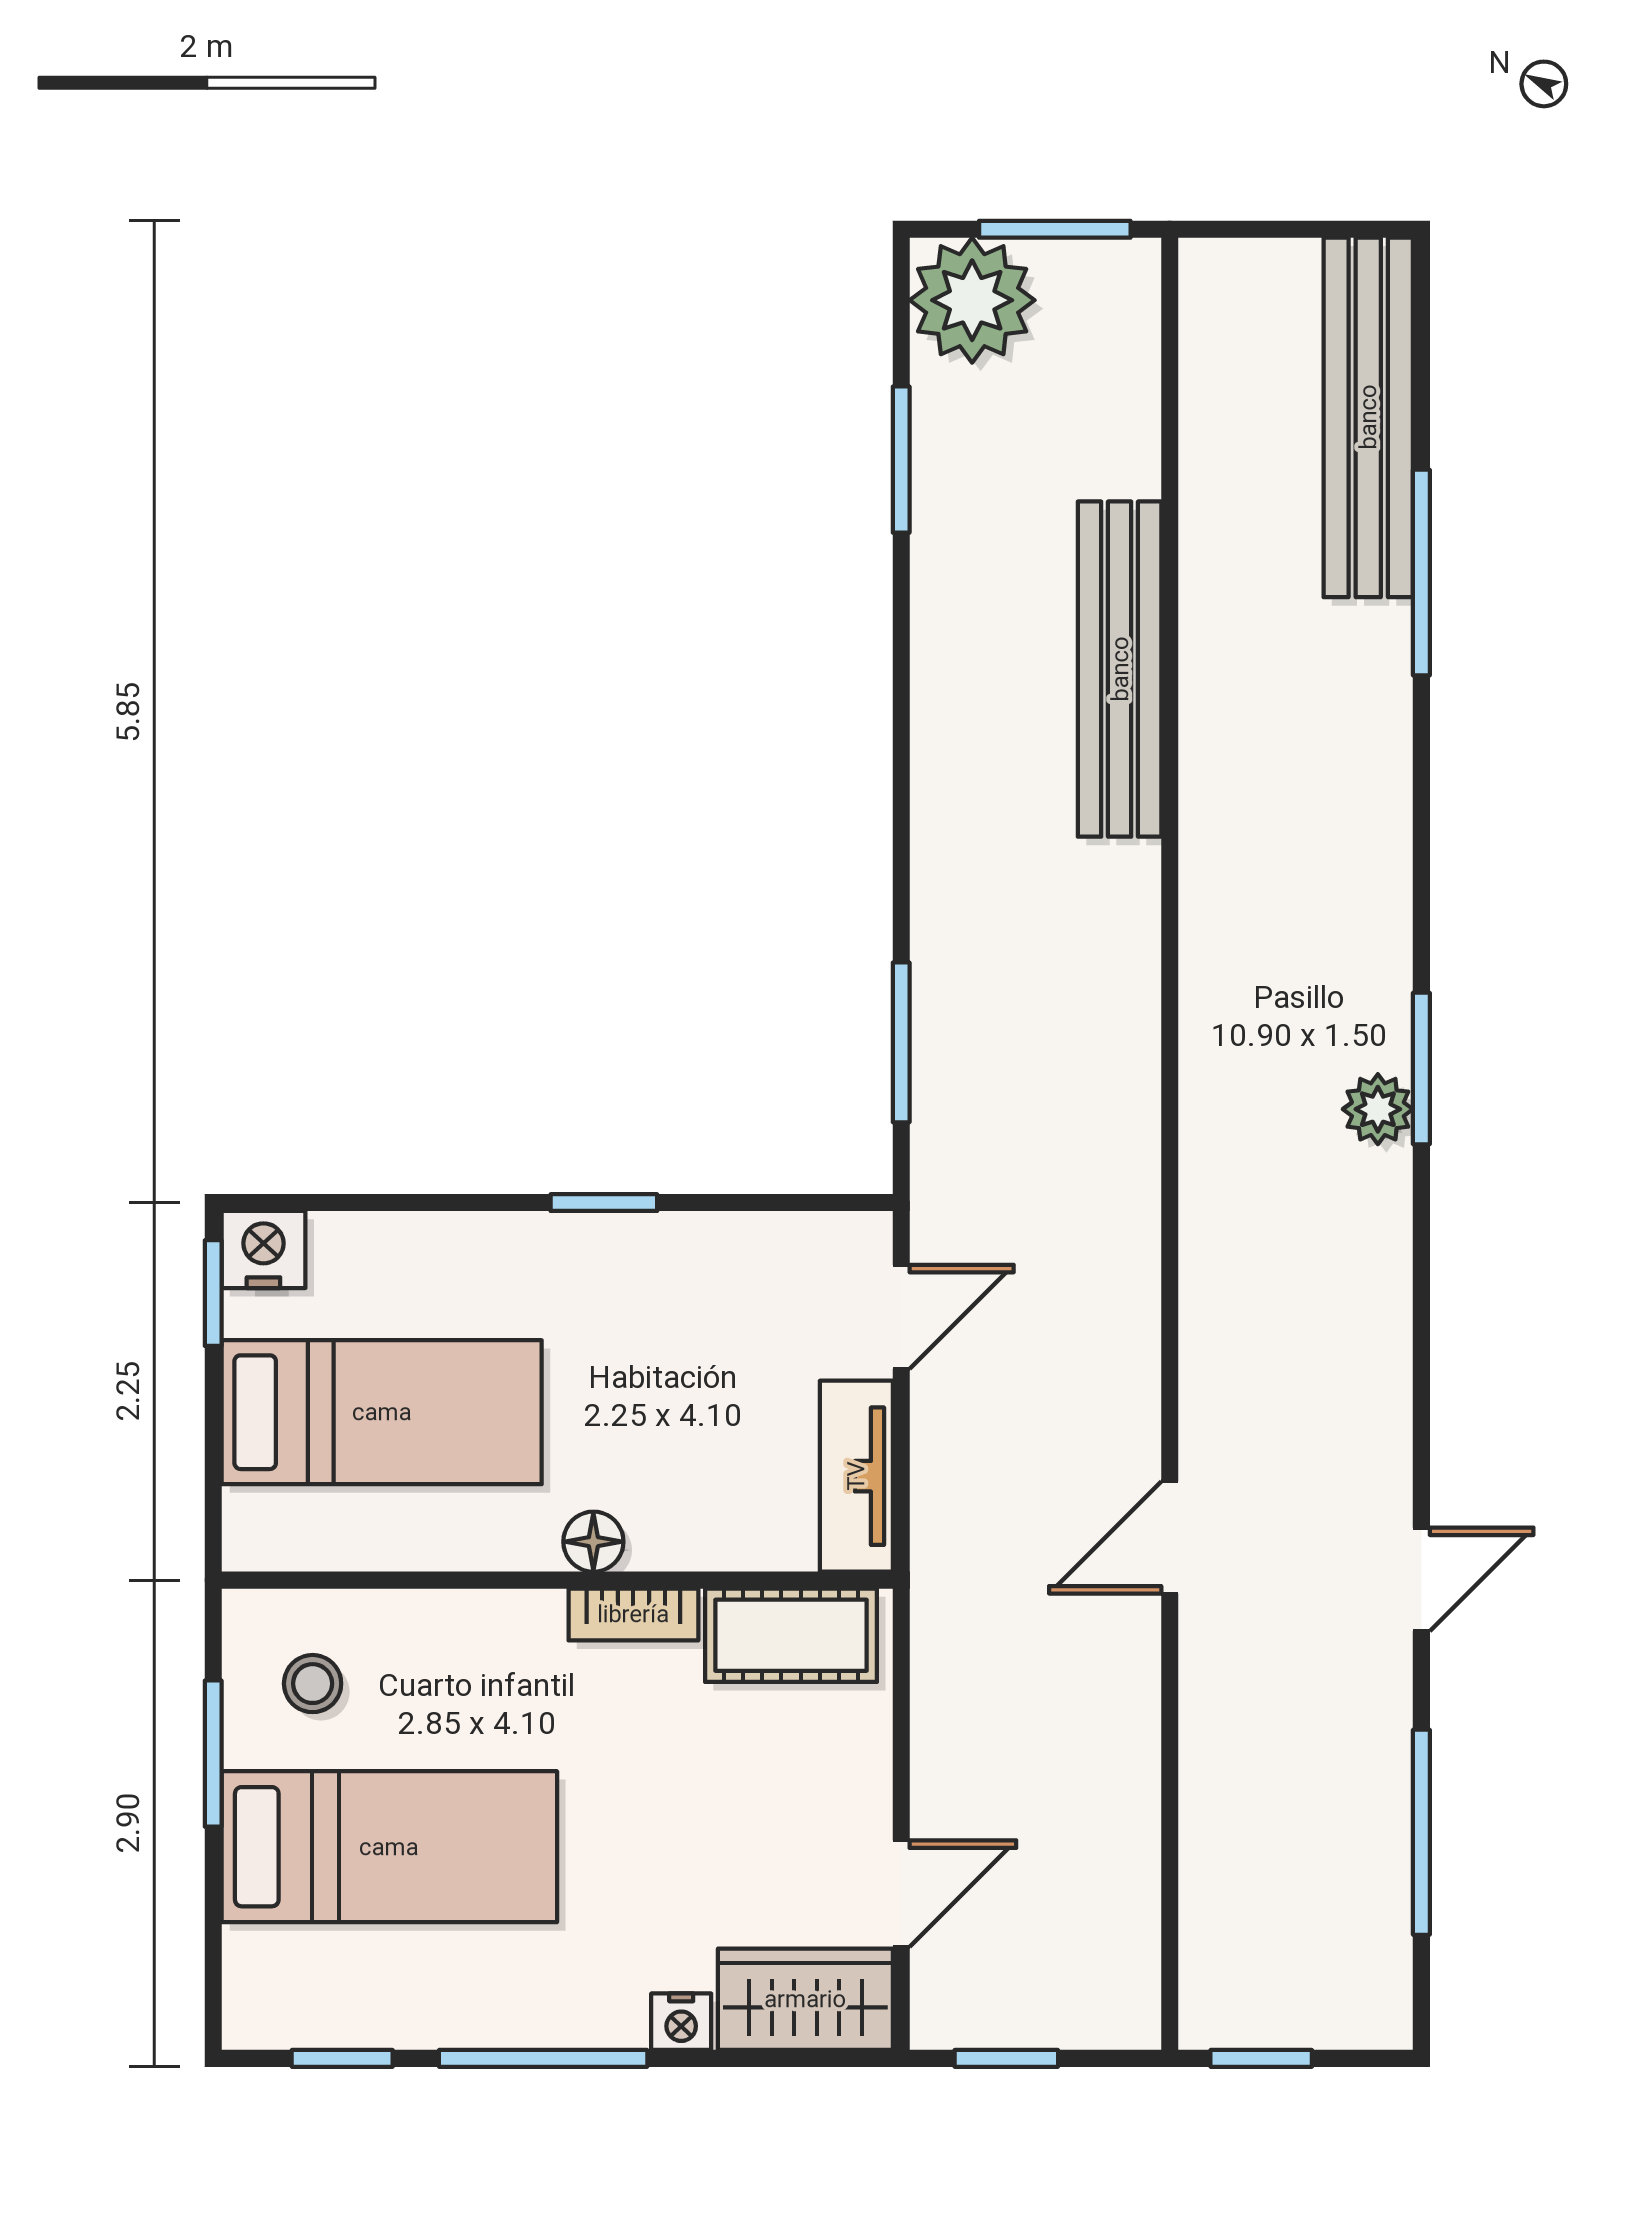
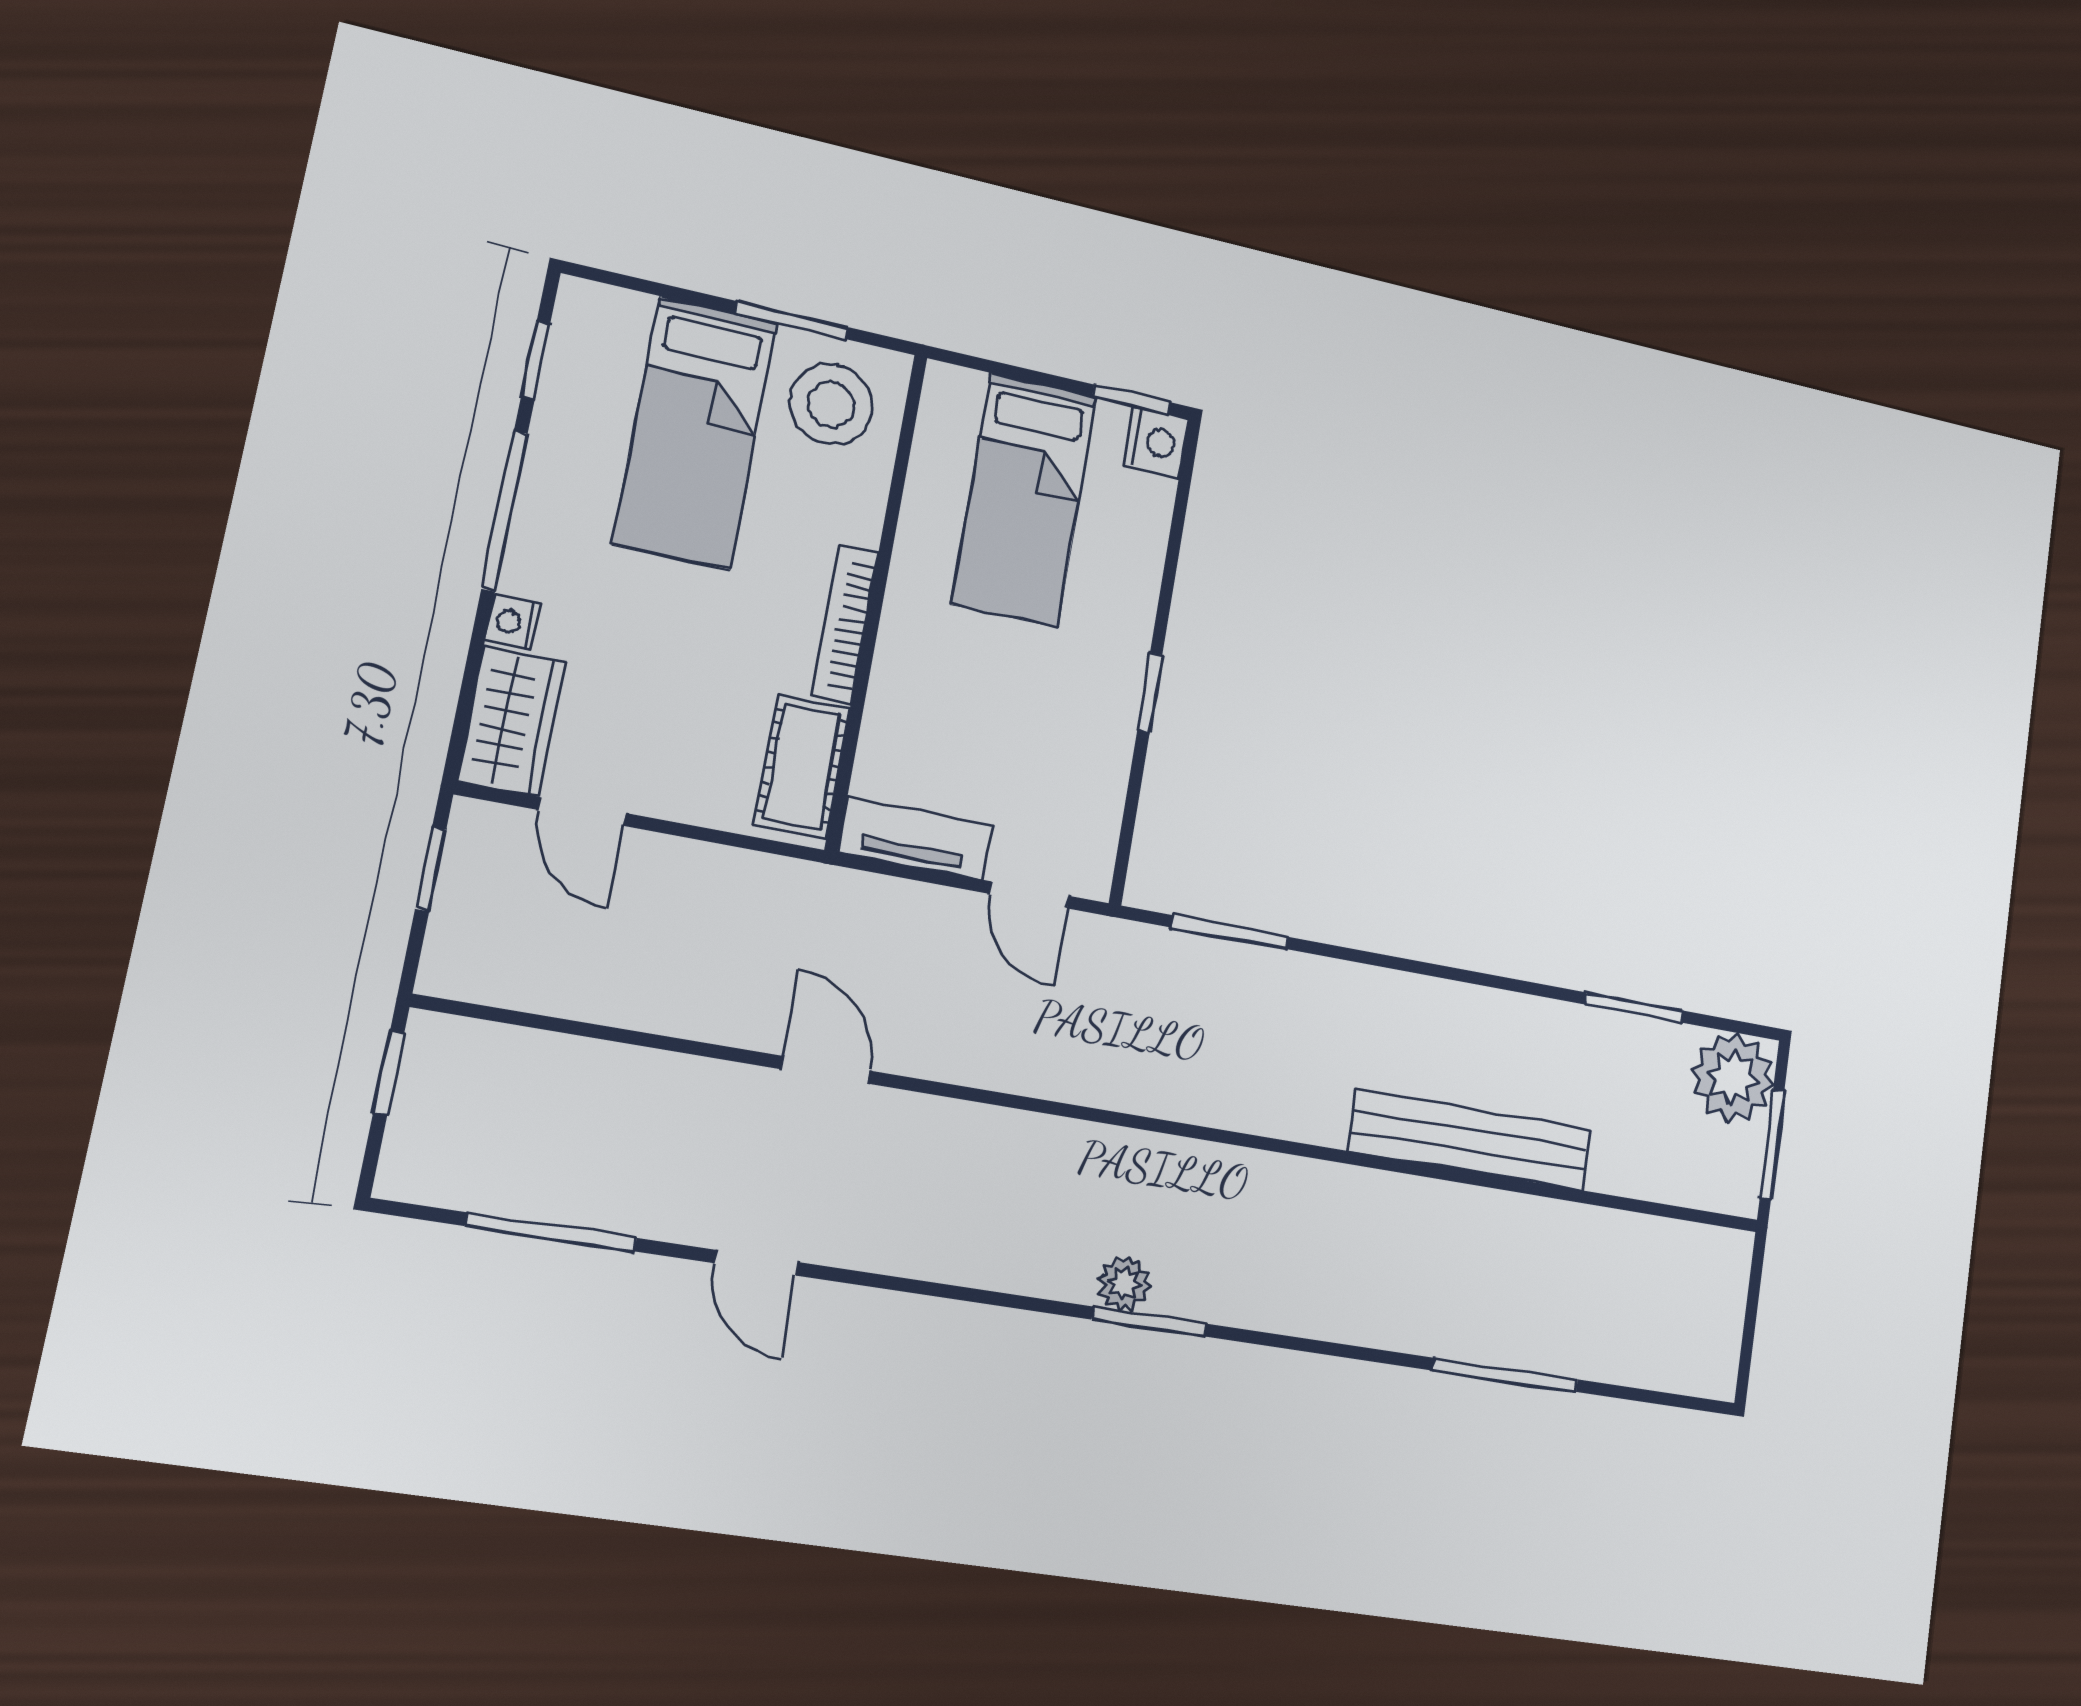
bench: (1368, 417) -> (1618, 1352), removed
floor lamp: (593, 1542) -> (901, 633), removed
bookcase: (633, 1614) -> (845, 624), width x1.56
stool: (313, 1684) -> (831, 404), width x1.89, depth x1.89

